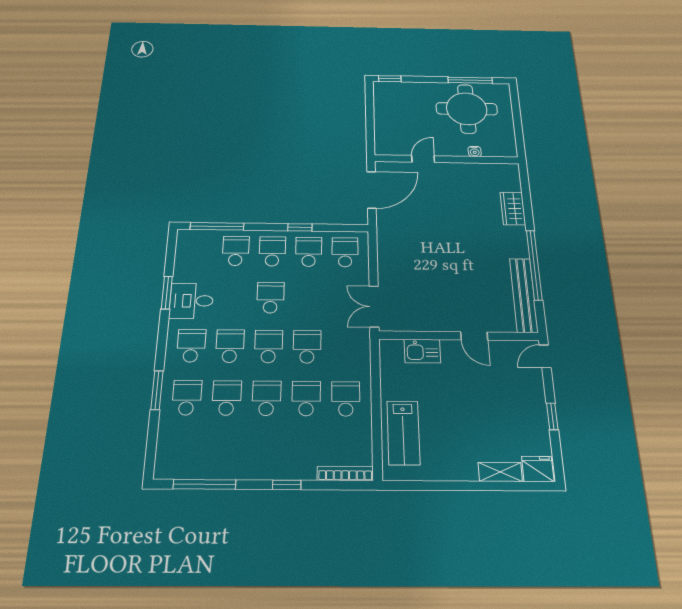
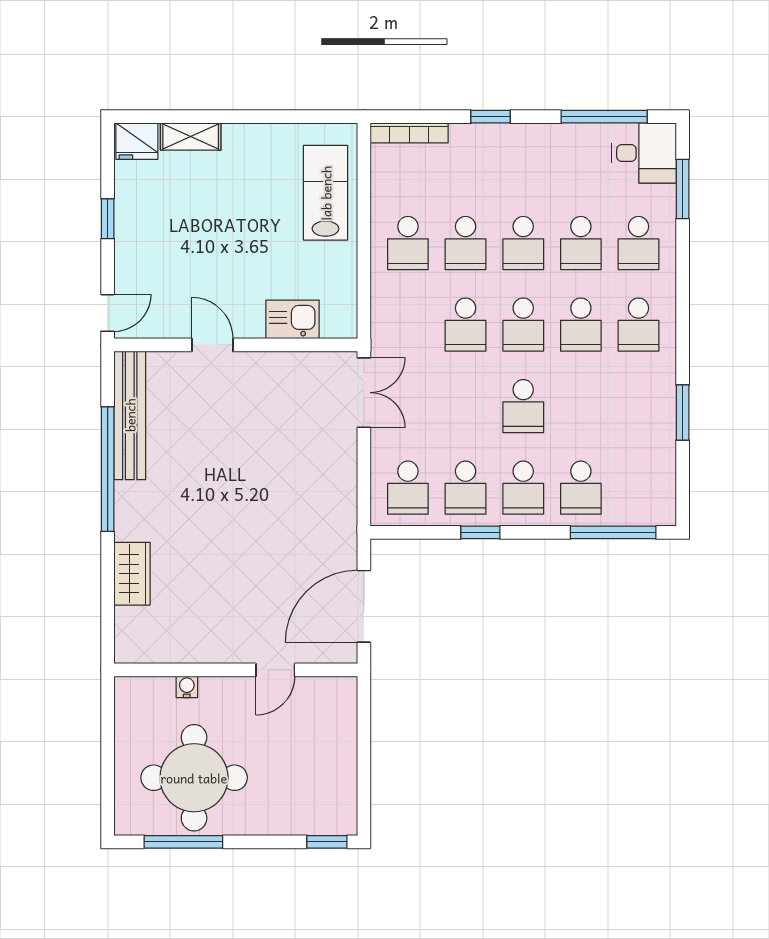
desk: (191, 301) -> (644, 153), moved
window: (157, 390) -> (683, 189), moved

